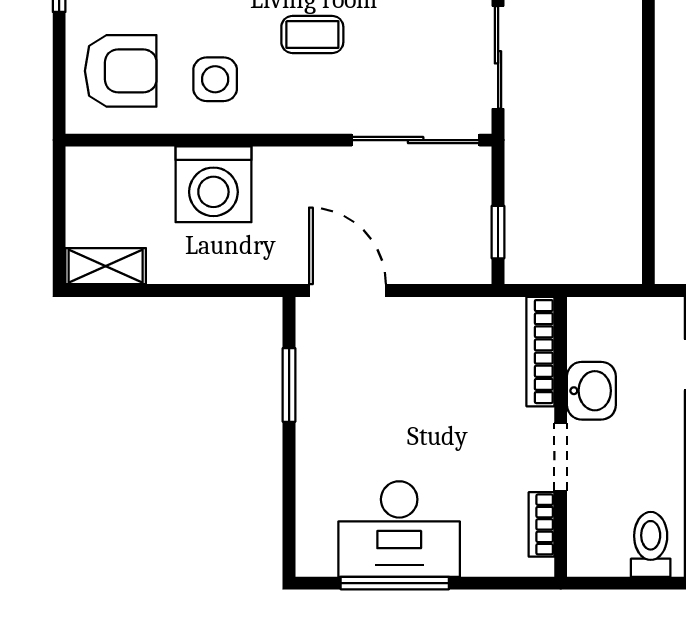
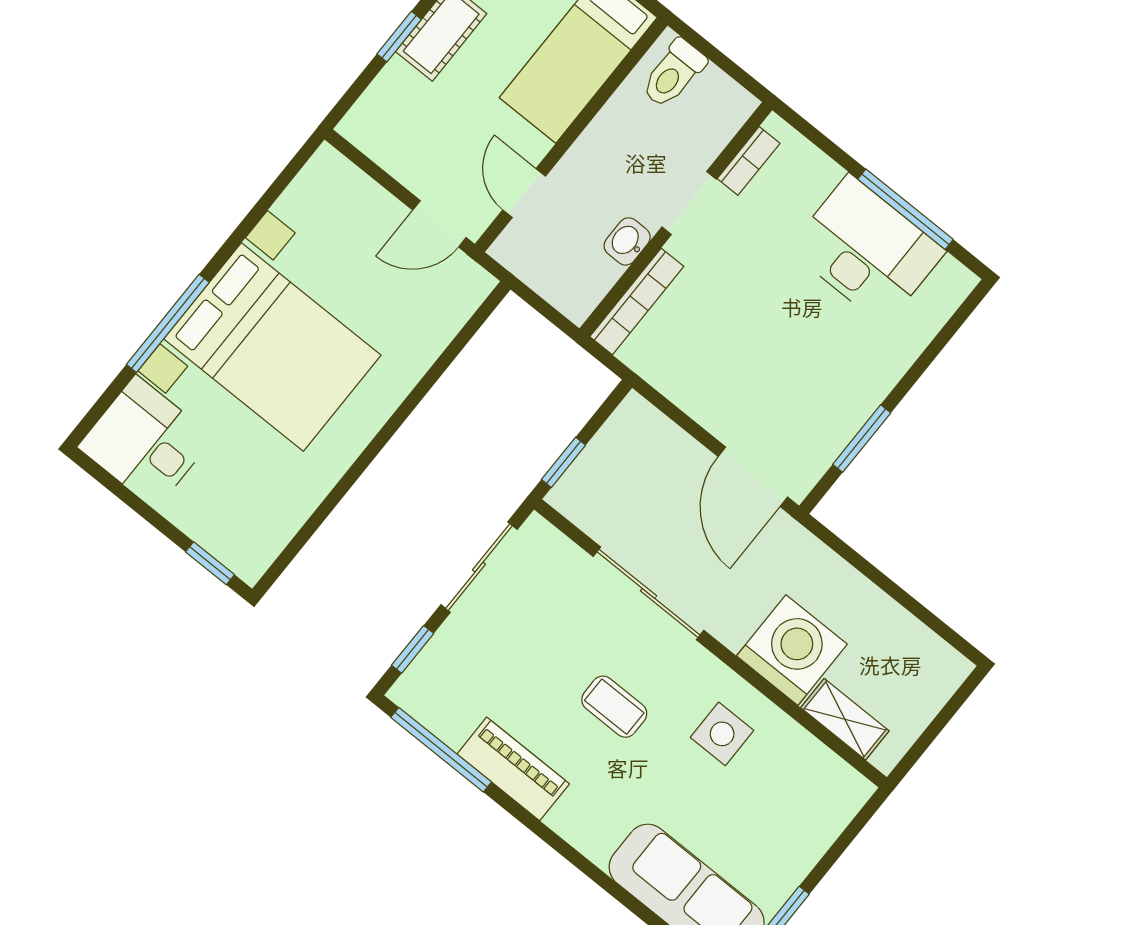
armchair: (121, 71) -> (793, 802), removed
sliding door: (416, 140) -> (649, 593), moved
window: (498, 232) -> (563, 462), moved
shelving: (106, 266) -> (845, 719), moved
washbasin: (591, 391) -> (627, 241), width x0.72, depth x0.69

